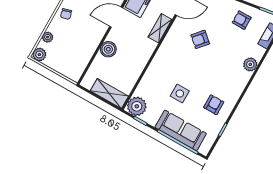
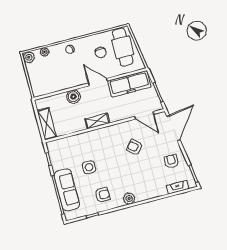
shelving: (160, 28) -> (97, 121), moved
plant: (250, 64) -> (129, 198), moved
plant: (137, 106) -> (55, 148), removed

